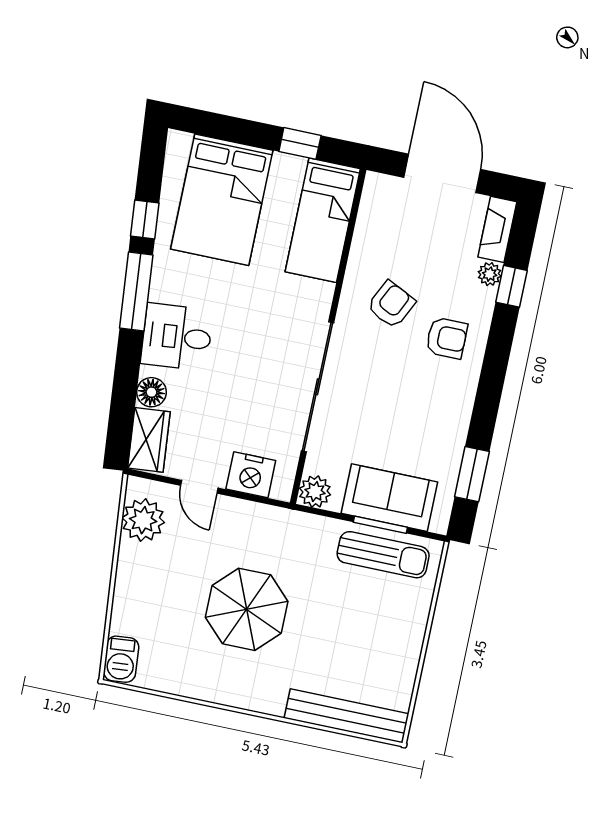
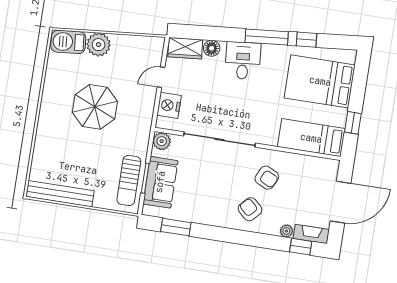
window: (511, 286) -> (301, 247), moved
armchair: (447, 338) -> (250, 209), turned 133
plant: (143, 520) -> (99, 45), moved
barbecue: (121, 659) -> (68, 42), width x1.38, depth x1.27
bench: (346, 716) -> (60, 194), moved, turned 90

